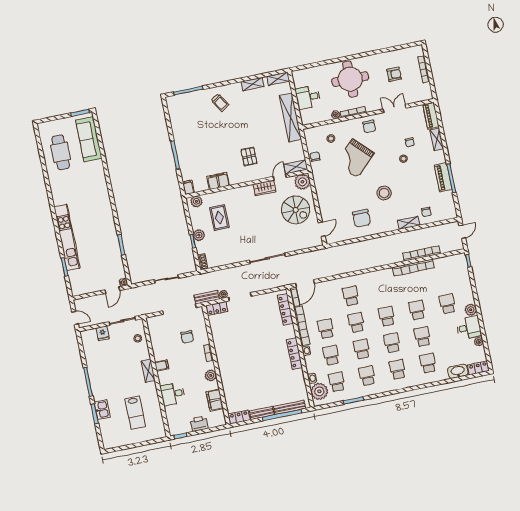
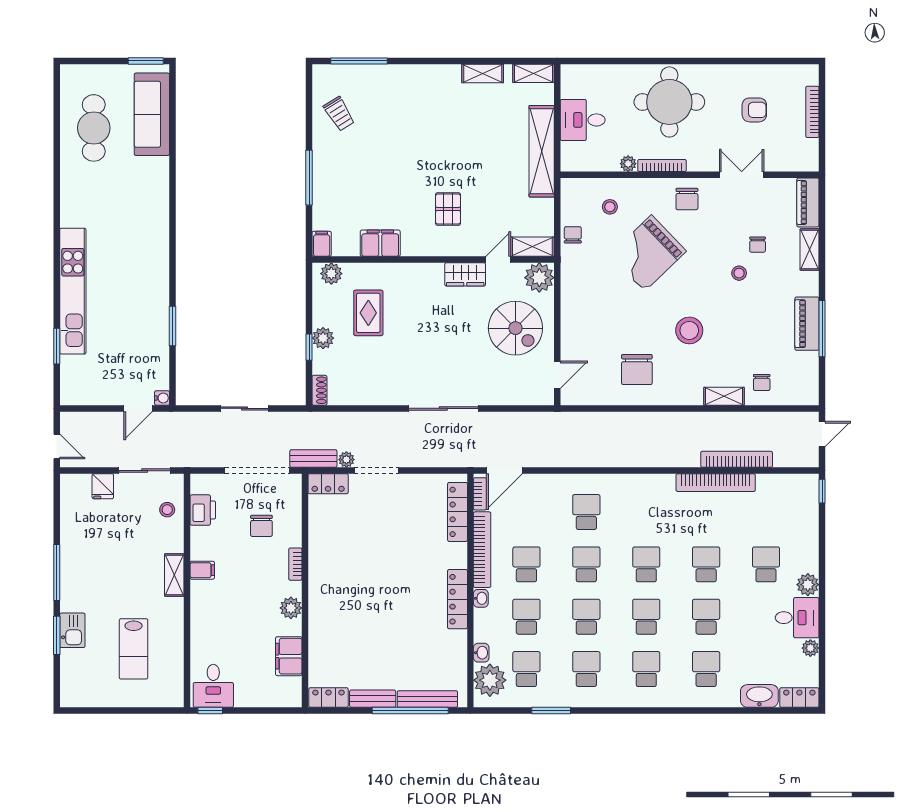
trolley: (220, 103) -> (339, 114), moved
desk: (173, 394) -> (213, 686), moved, turned -90
printer: (199, 424) -> (203, 510), moved, turned 90

